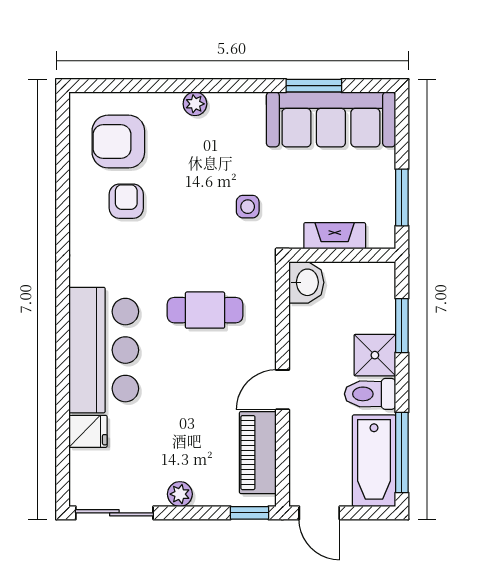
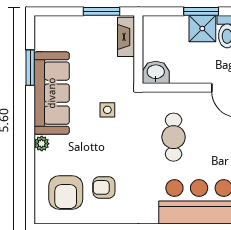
sofa: (331, 119) -> (52, 93), moved
fireplace: (335, 236) -> (126, 37), moved
window: (402, 326) -> (201, 11), moved

